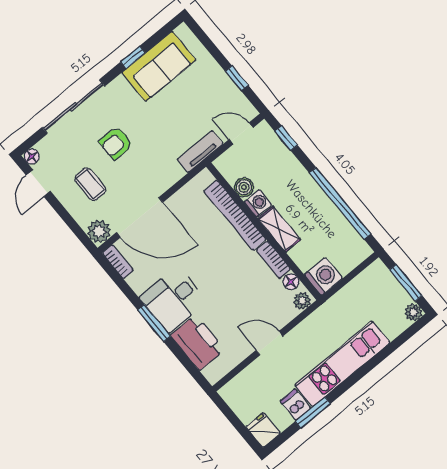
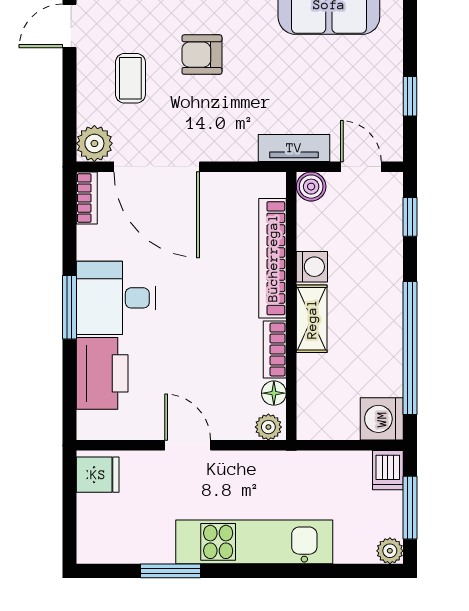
boiler: (244, 187) -> (311, 187), moved
washing machine: (323, 276) -> (382, 419), moved, turned 180
dishwasher: (295, 405) -> (388, 470), moved, turned 180
fridge: (263, 430) -> (98, 475), moved, turned 90

